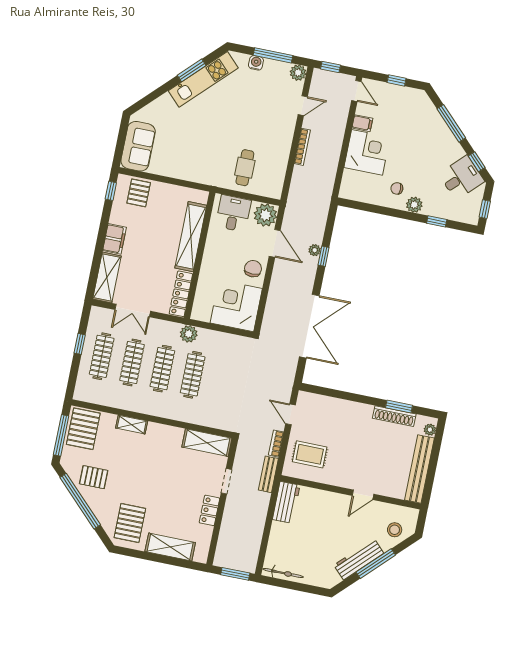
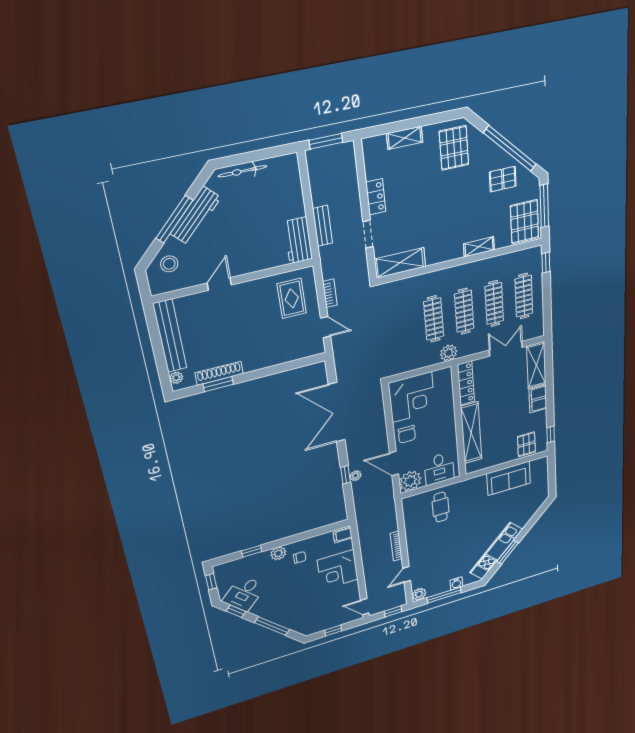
filing cabinet: (362, 123) -> (343, 535), moved
sofa: (138, 146) -> (509, 478), moved, turned -90
window: (80, 344) -> (546, 263), moved
rug: (310, 454) -> (292, 298), turned 90
bench: (268, 474) -> (322, 226), moved
shelving: (170, 547) -> (405, 138), width x0.67, depth x0.75
bicycle: (283, 573) -> (242, 171), moved

